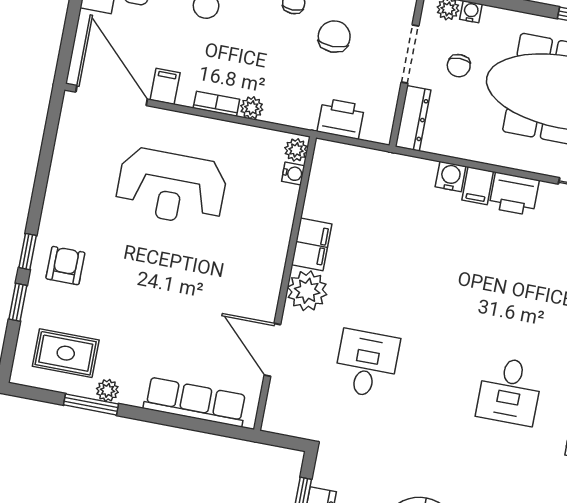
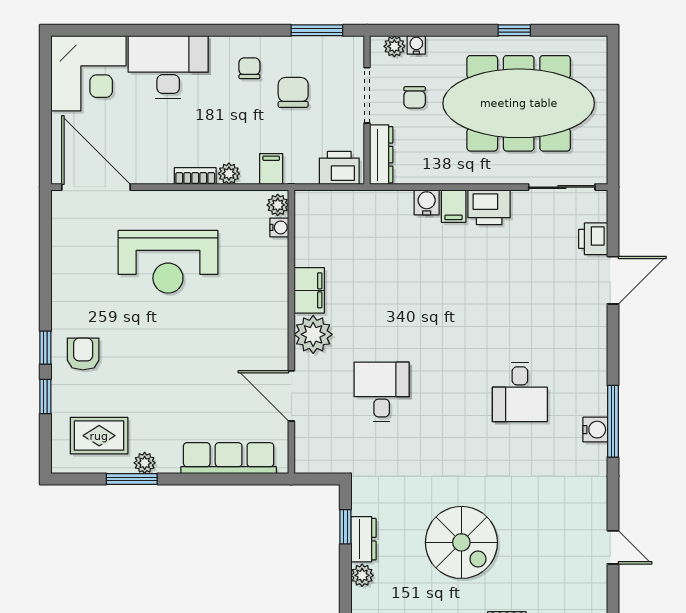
filing cabinet: (165, 86) -> (271, 169), moved
printer: (341, 119) -> (339, 168), moved

